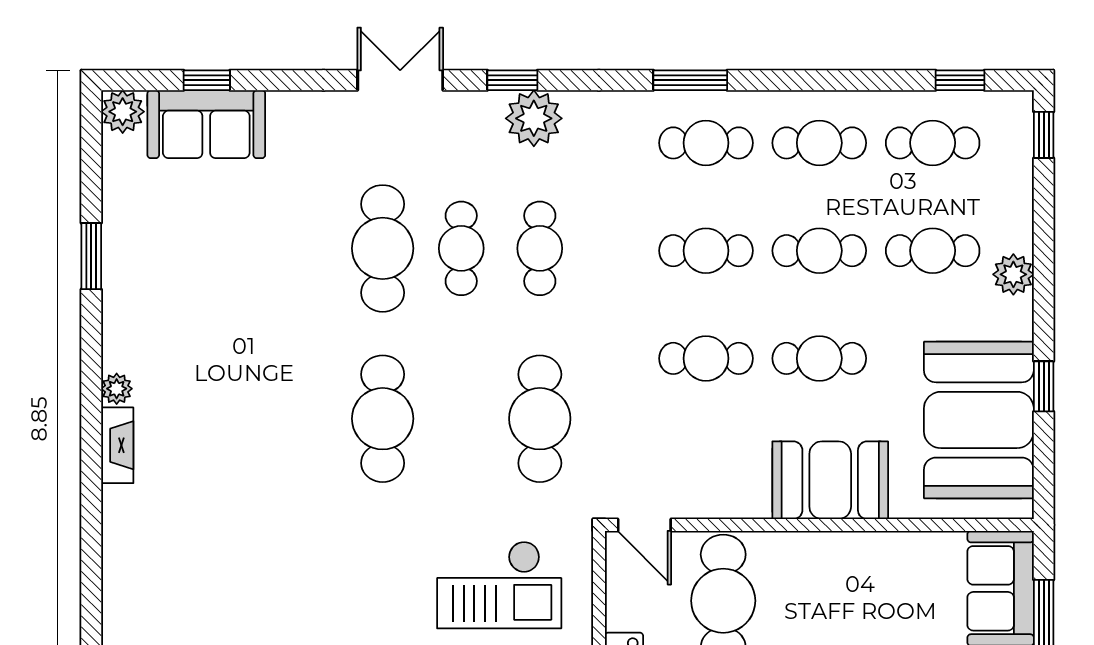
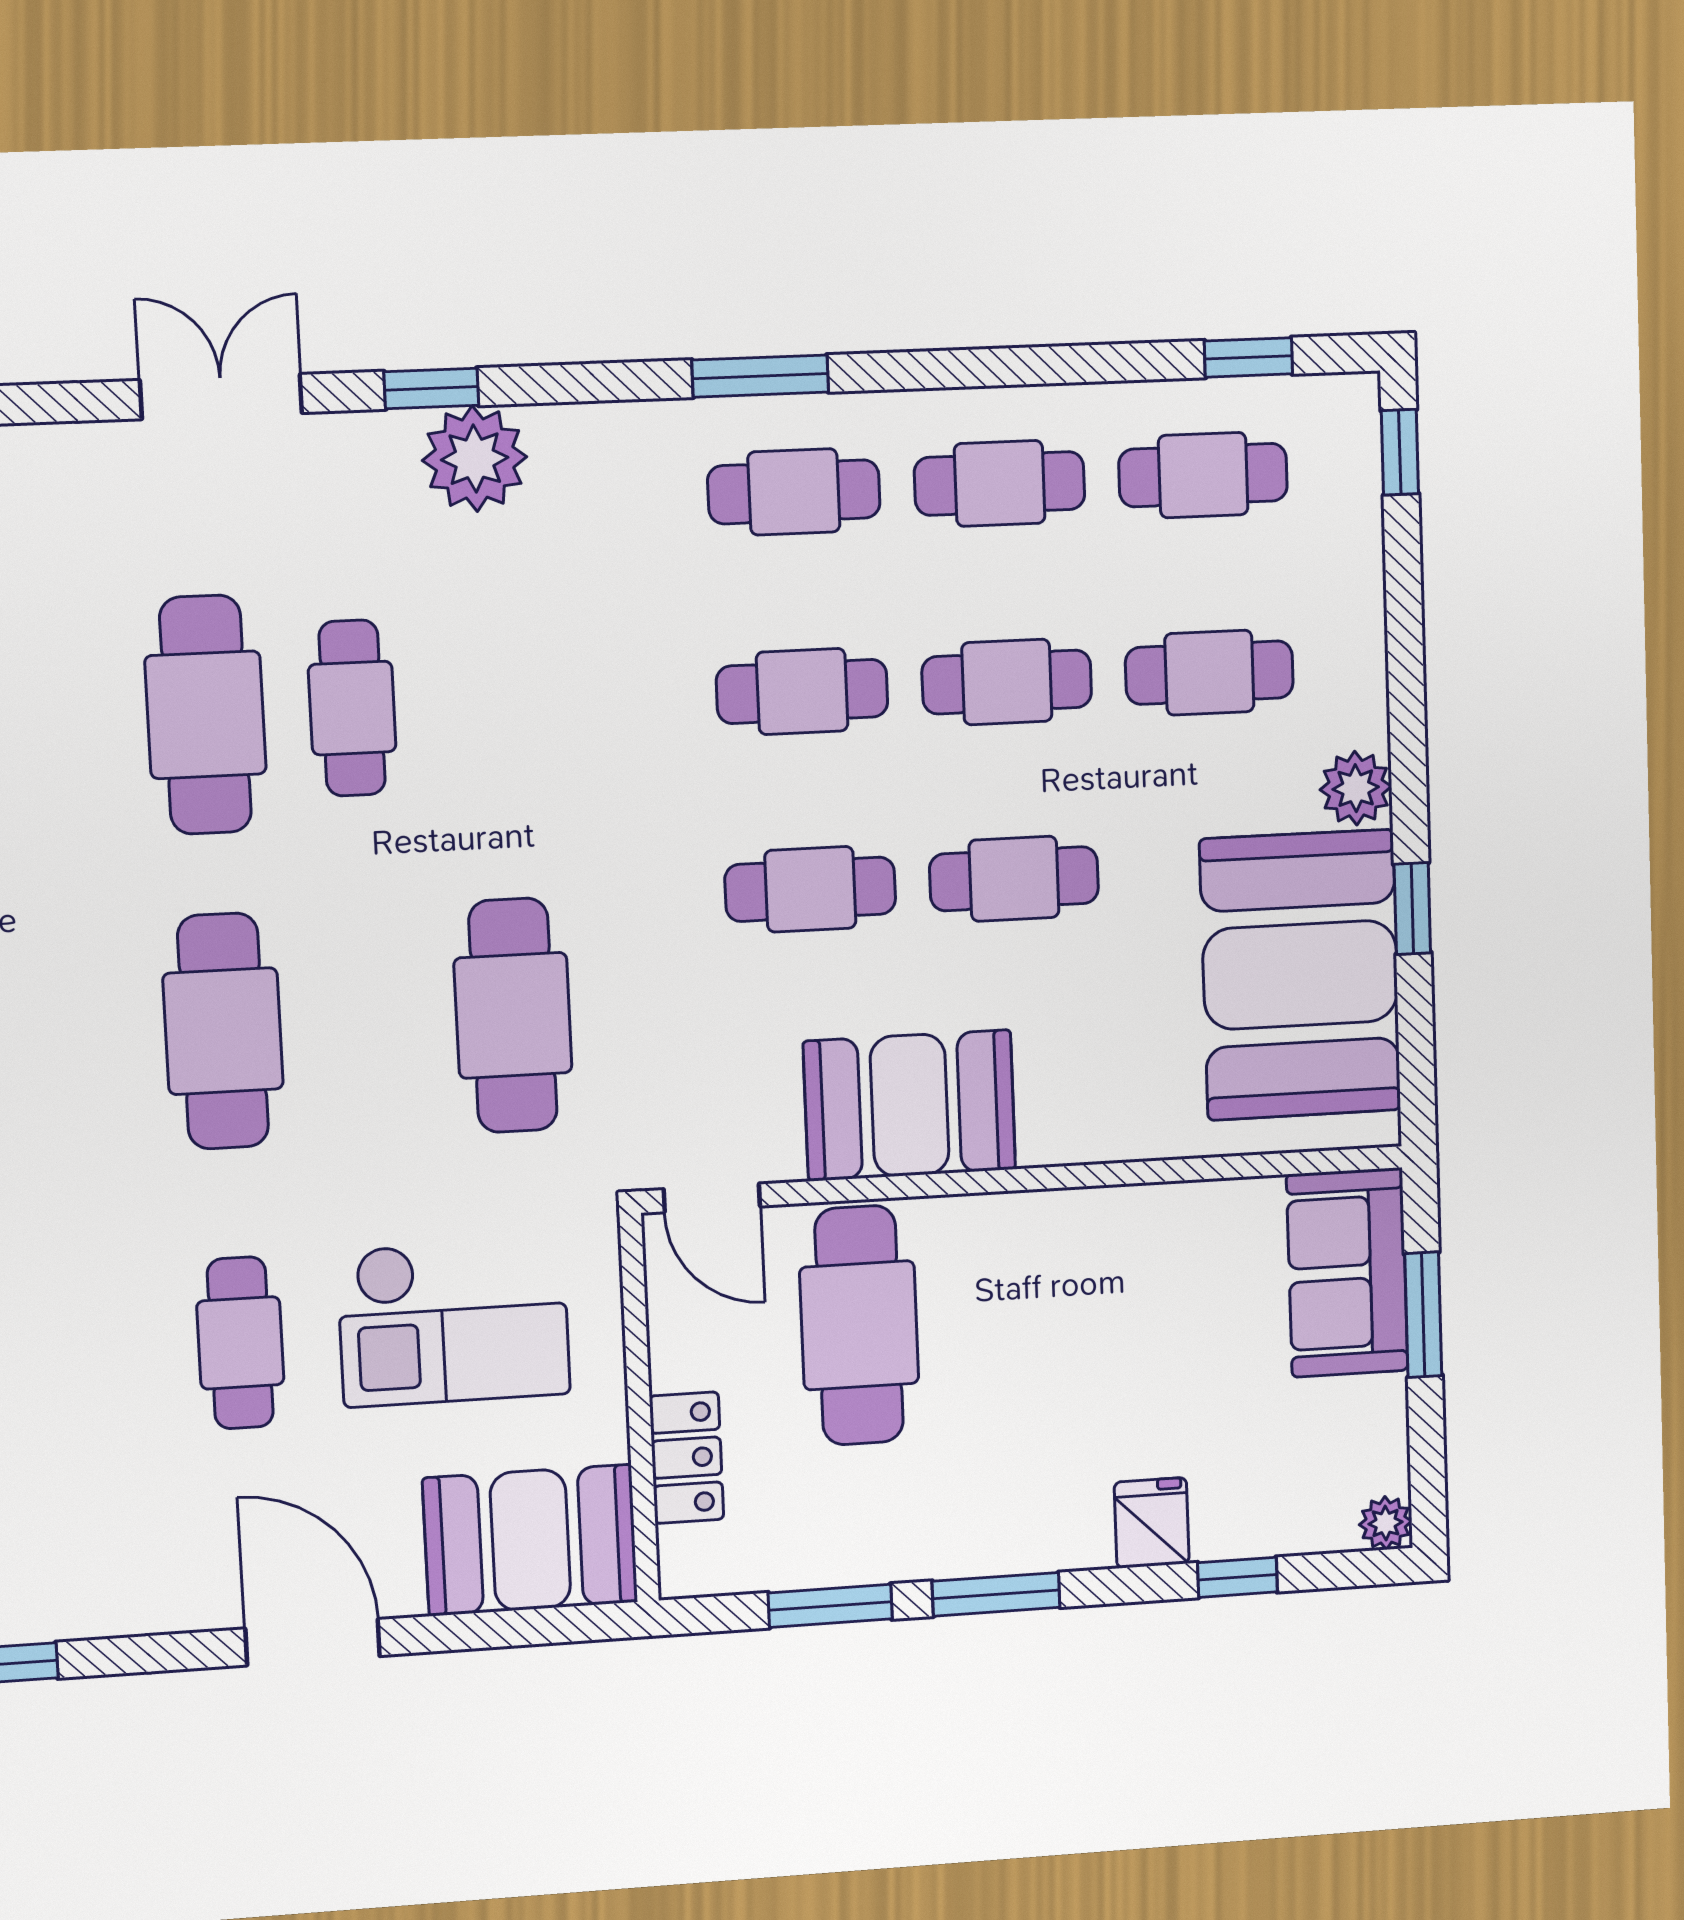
cafe table: (540, 248) -> (240, 1343), moved
plant: (1013, 274) -> (1356, 788), moved
booth: (830, 480) -> (910, 1105), moved

